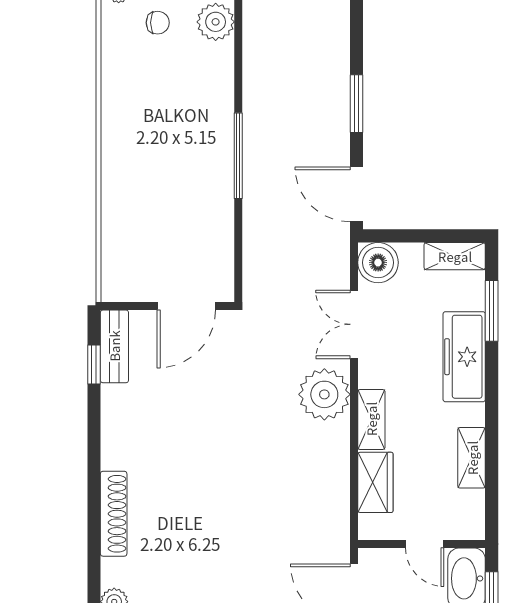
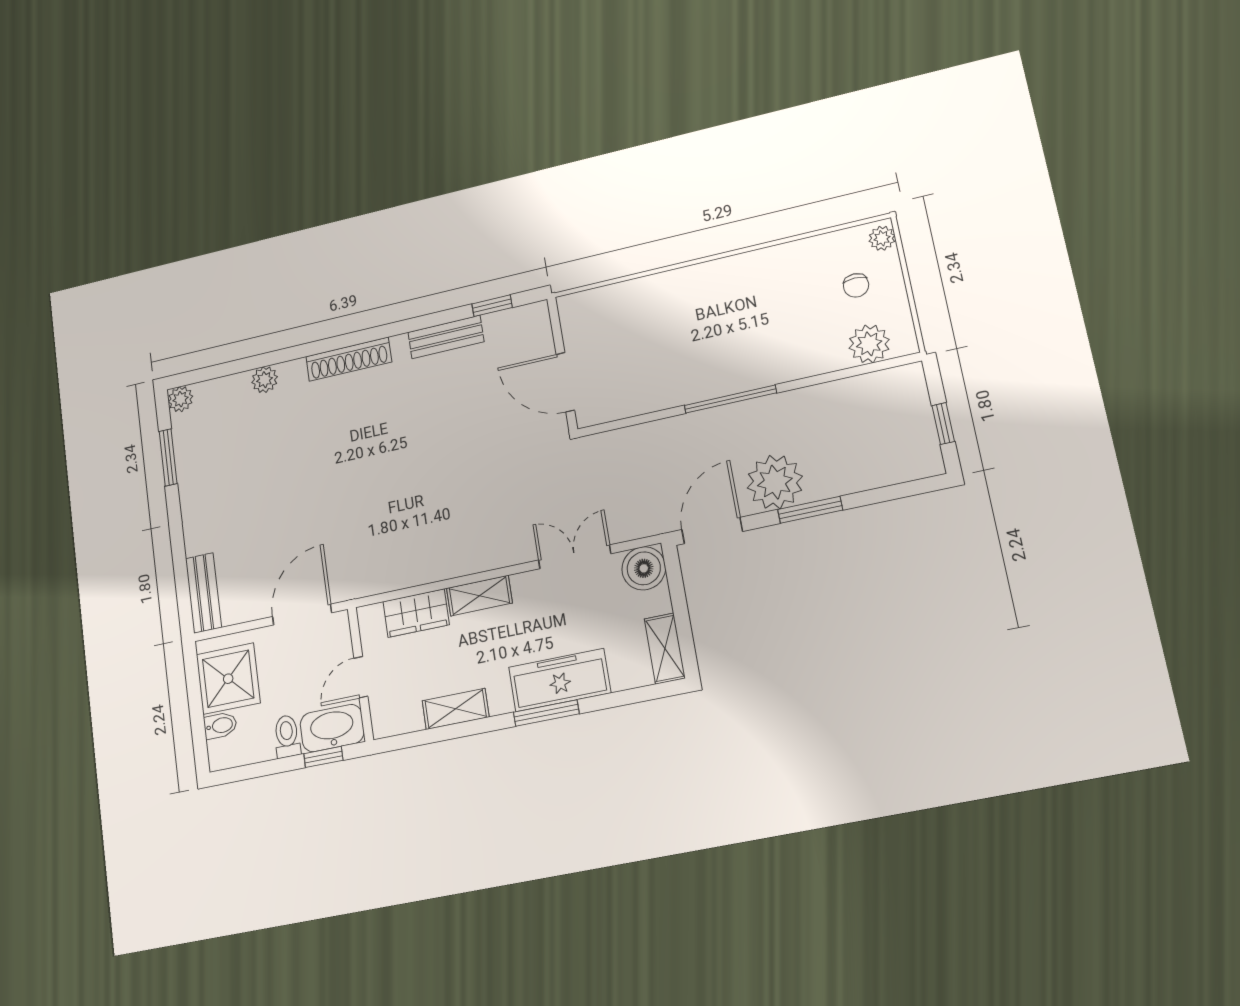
window: (492, 311) -> (546, 713), moved
bench: (114, 346) -> (446, 337), moved
plant: (324, 394) -> (775, 482), moved

